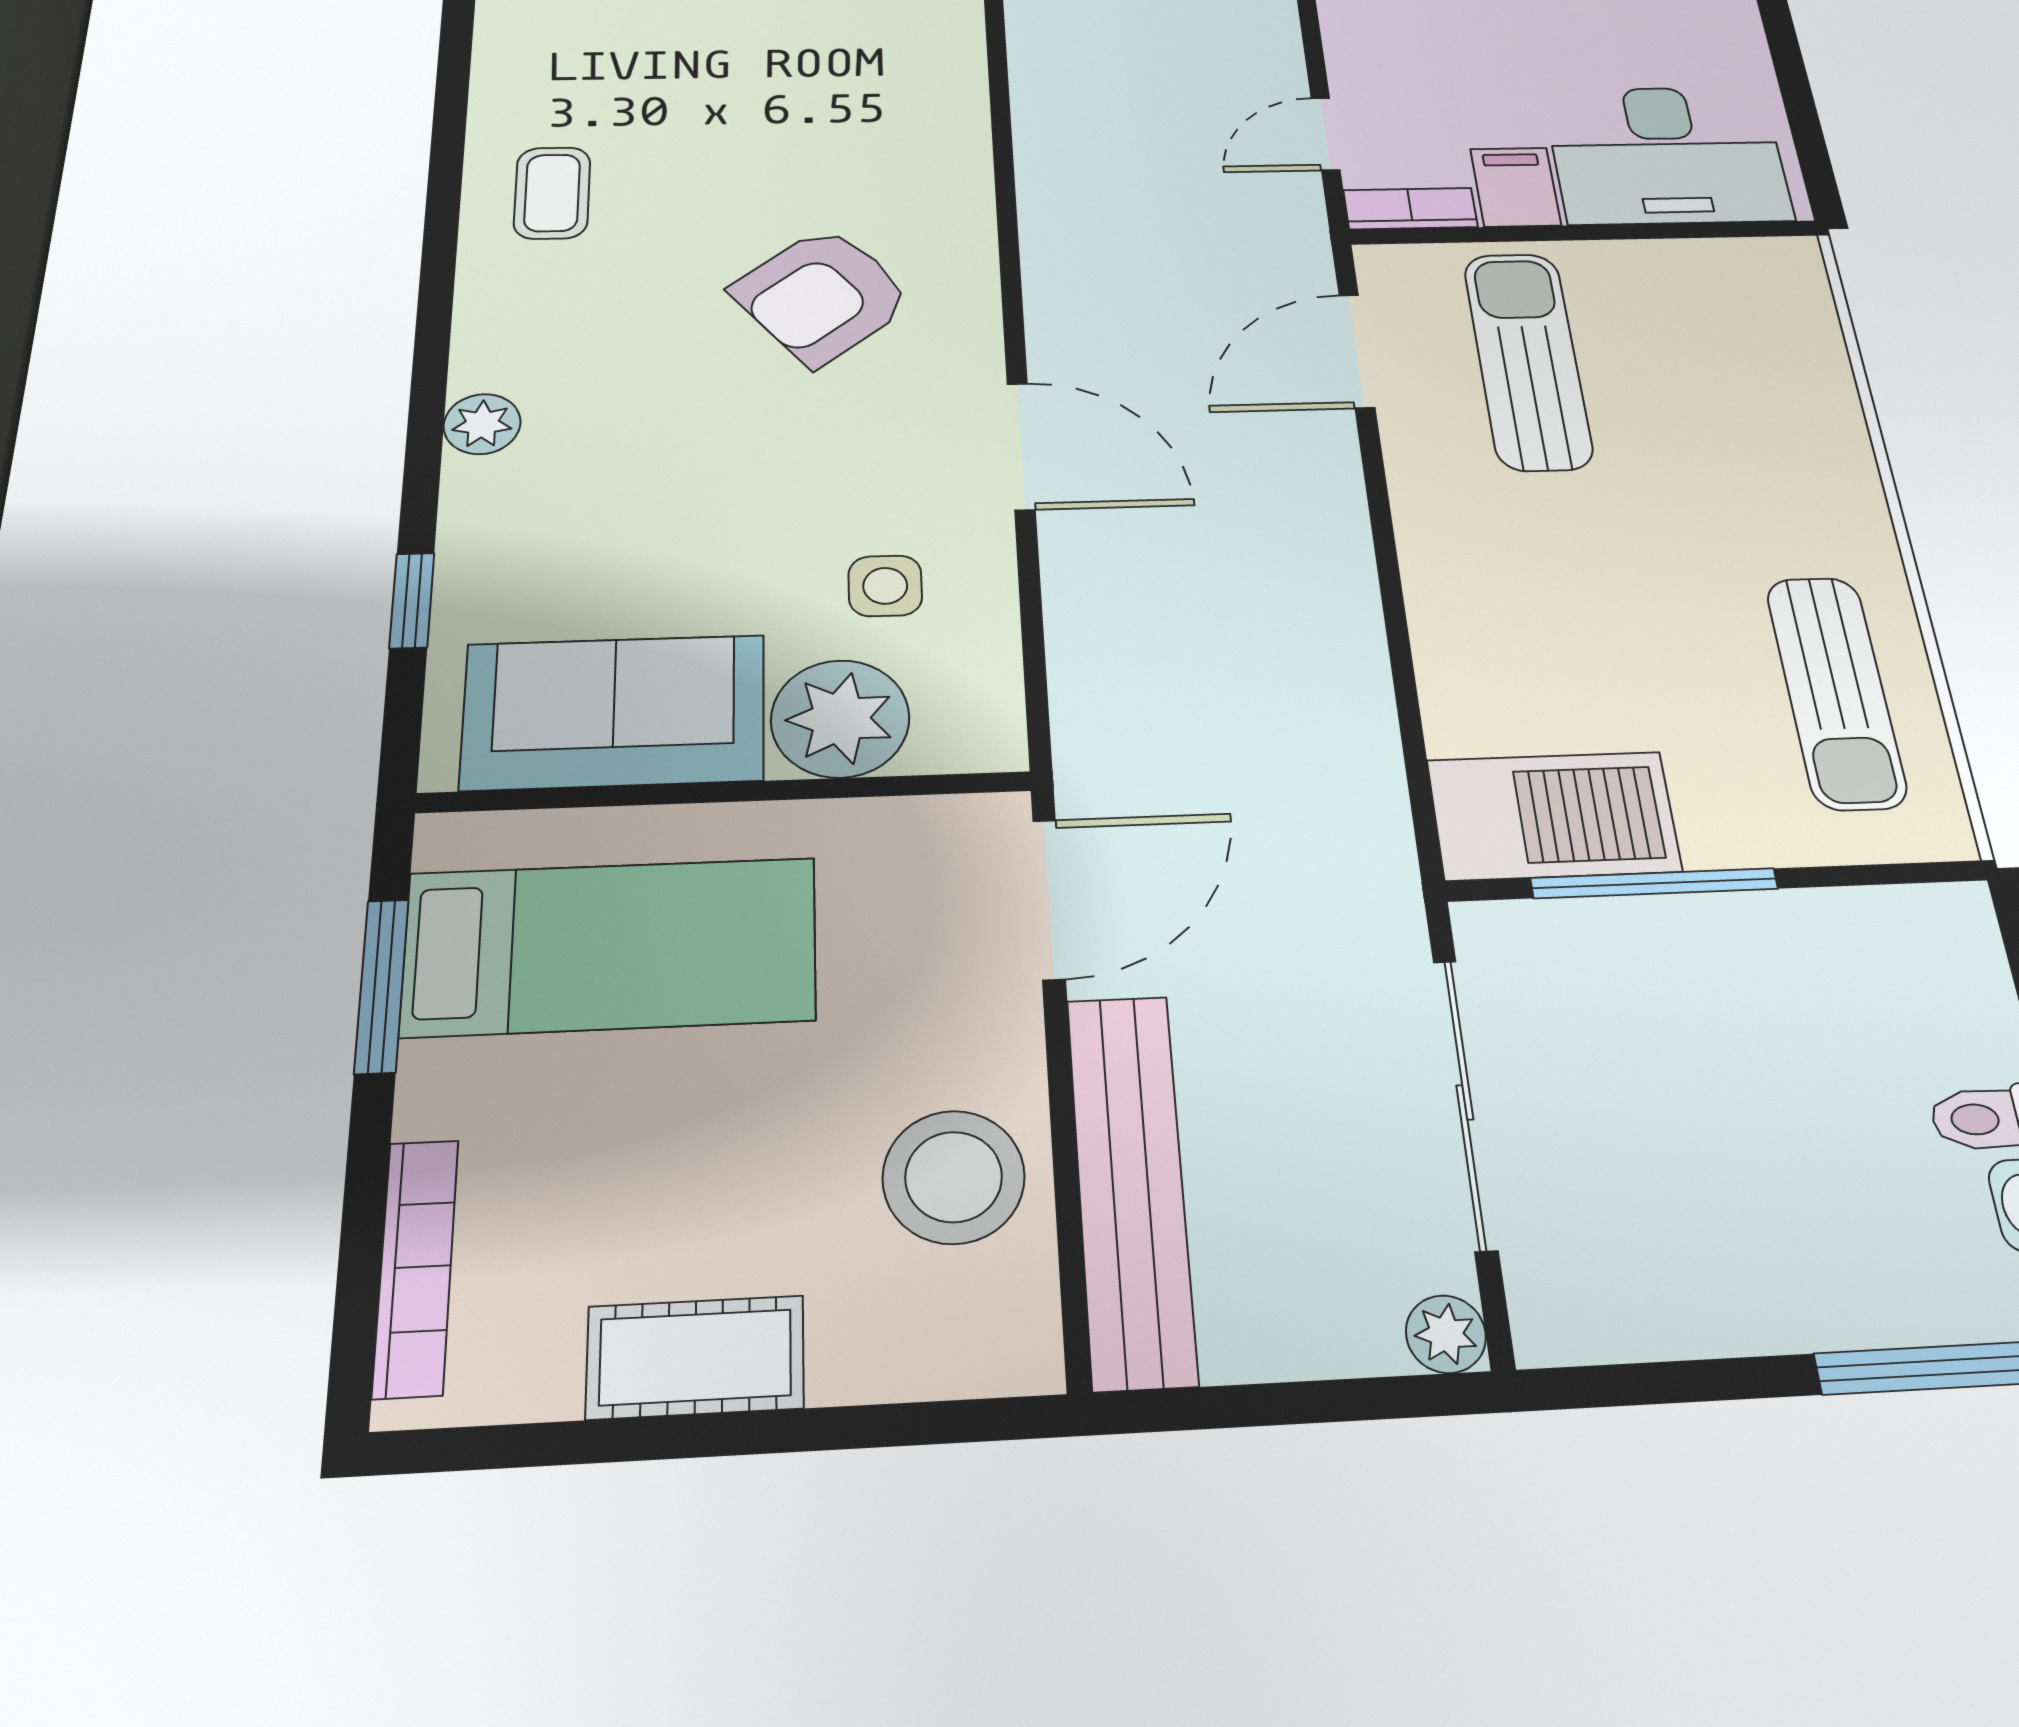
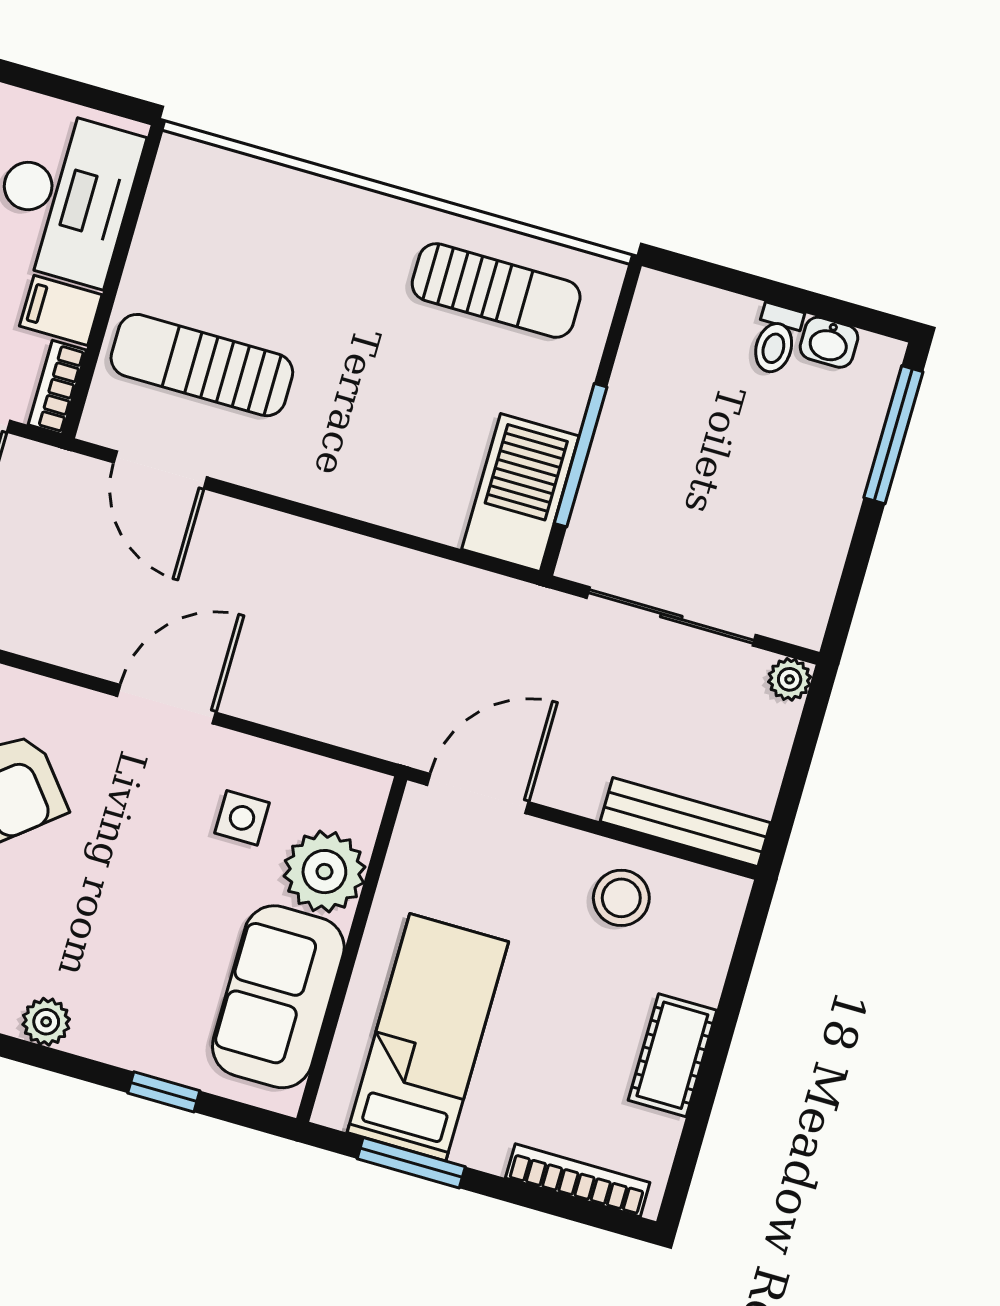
door: (1049, 899) -> (478, 794), hinge flipped
stool: (954, 1177) -> (621, 898), width x0.73, depth x0.73
bench: (1131, 1187) -> (685, 822), width x0.73, depth x0.82

